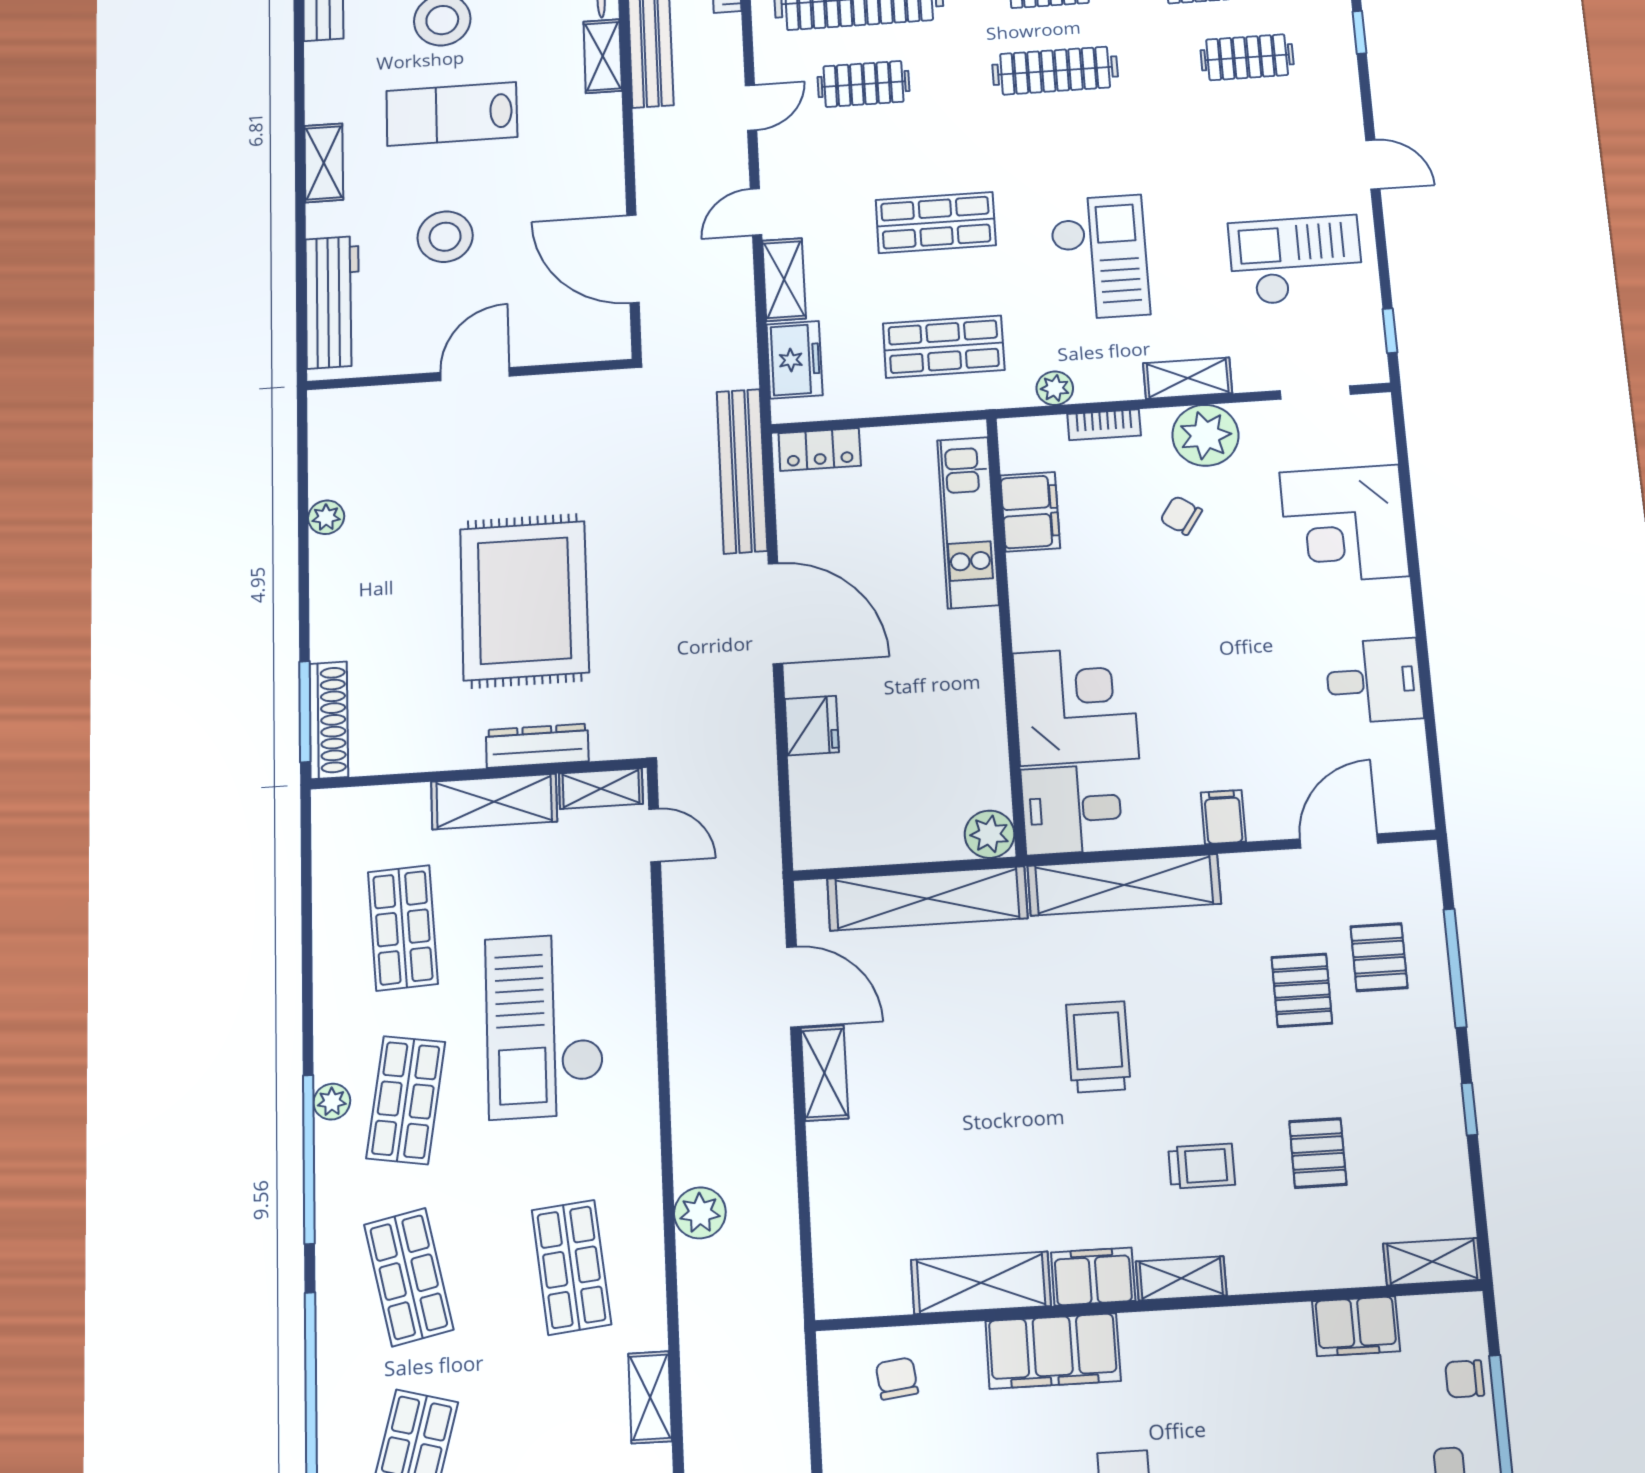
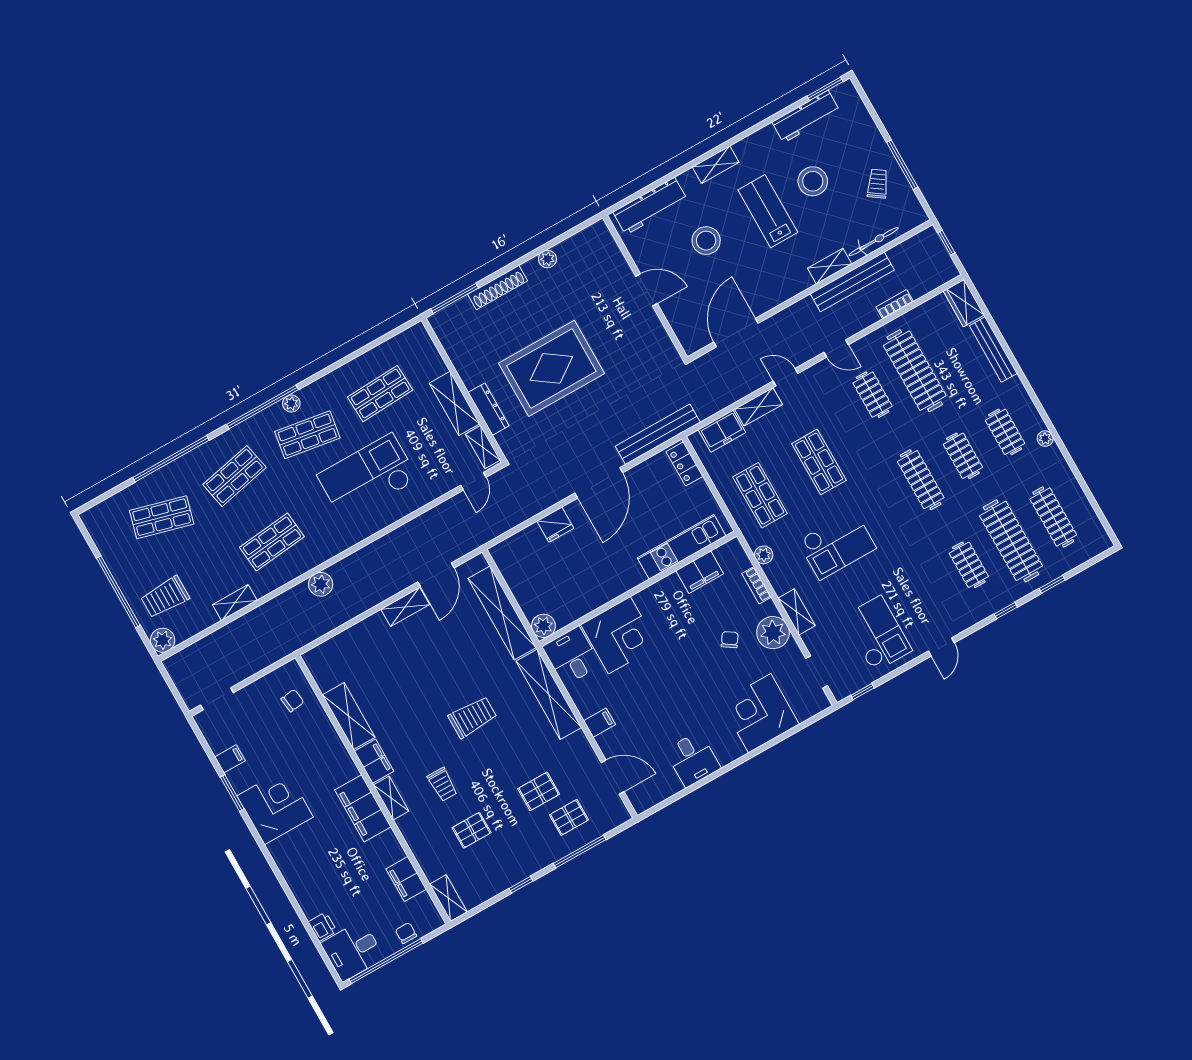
shoe rack: (329, 720) -> (498, 287), moved
filing cabinet: (1053, 1351) -> (363, 808), moved

